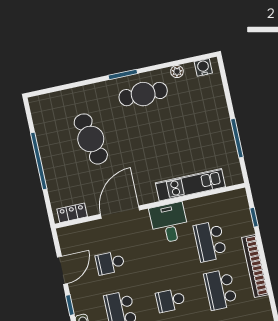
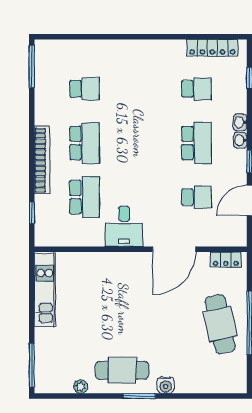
water cooler: (203, 67) -> (166, 385), moved
window: (237, 138) -> (32, 365), moved
cafe table: (91, 139) -> (220, 324), moved
kitchen unit: (190, 185) -> (45, 290), moved, turned -90
school desk: (170, 300) -> (141, 143), removed

